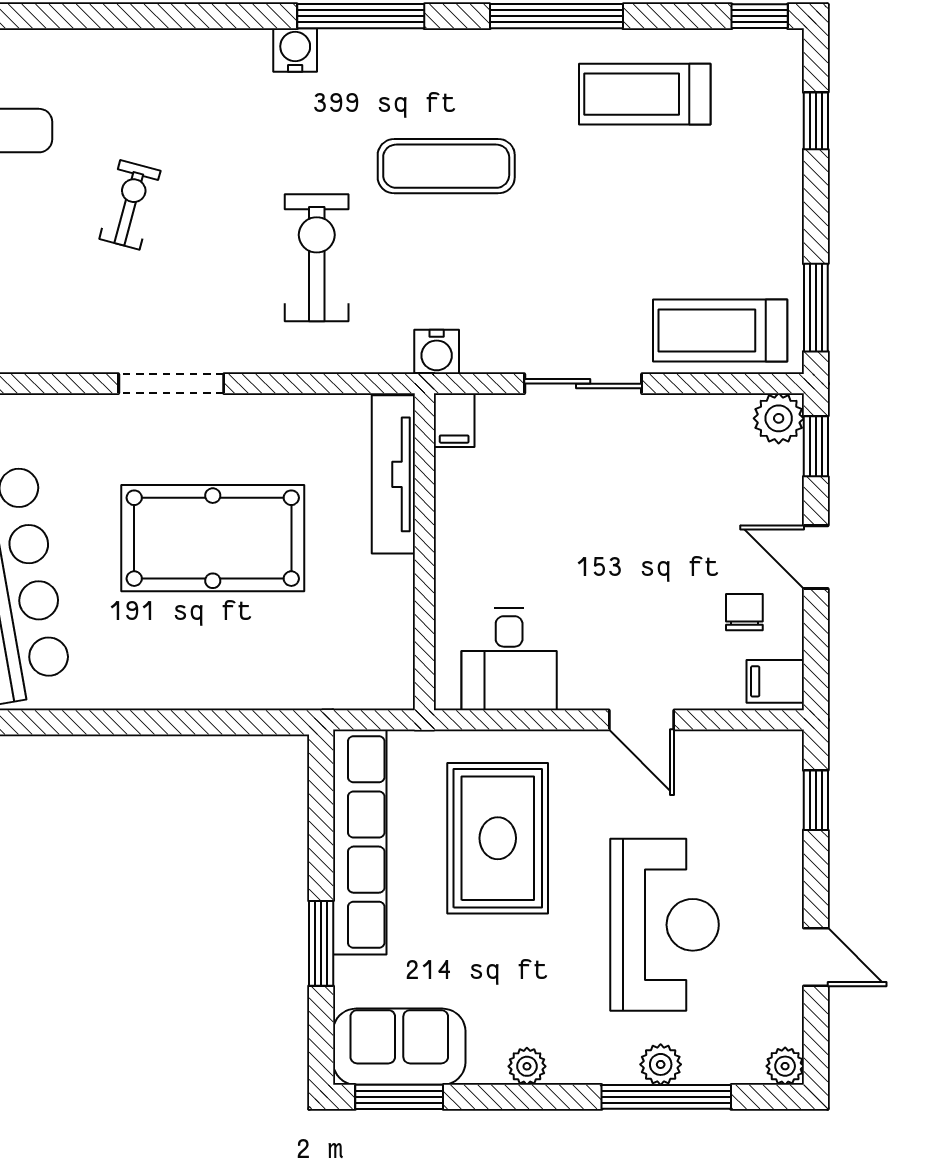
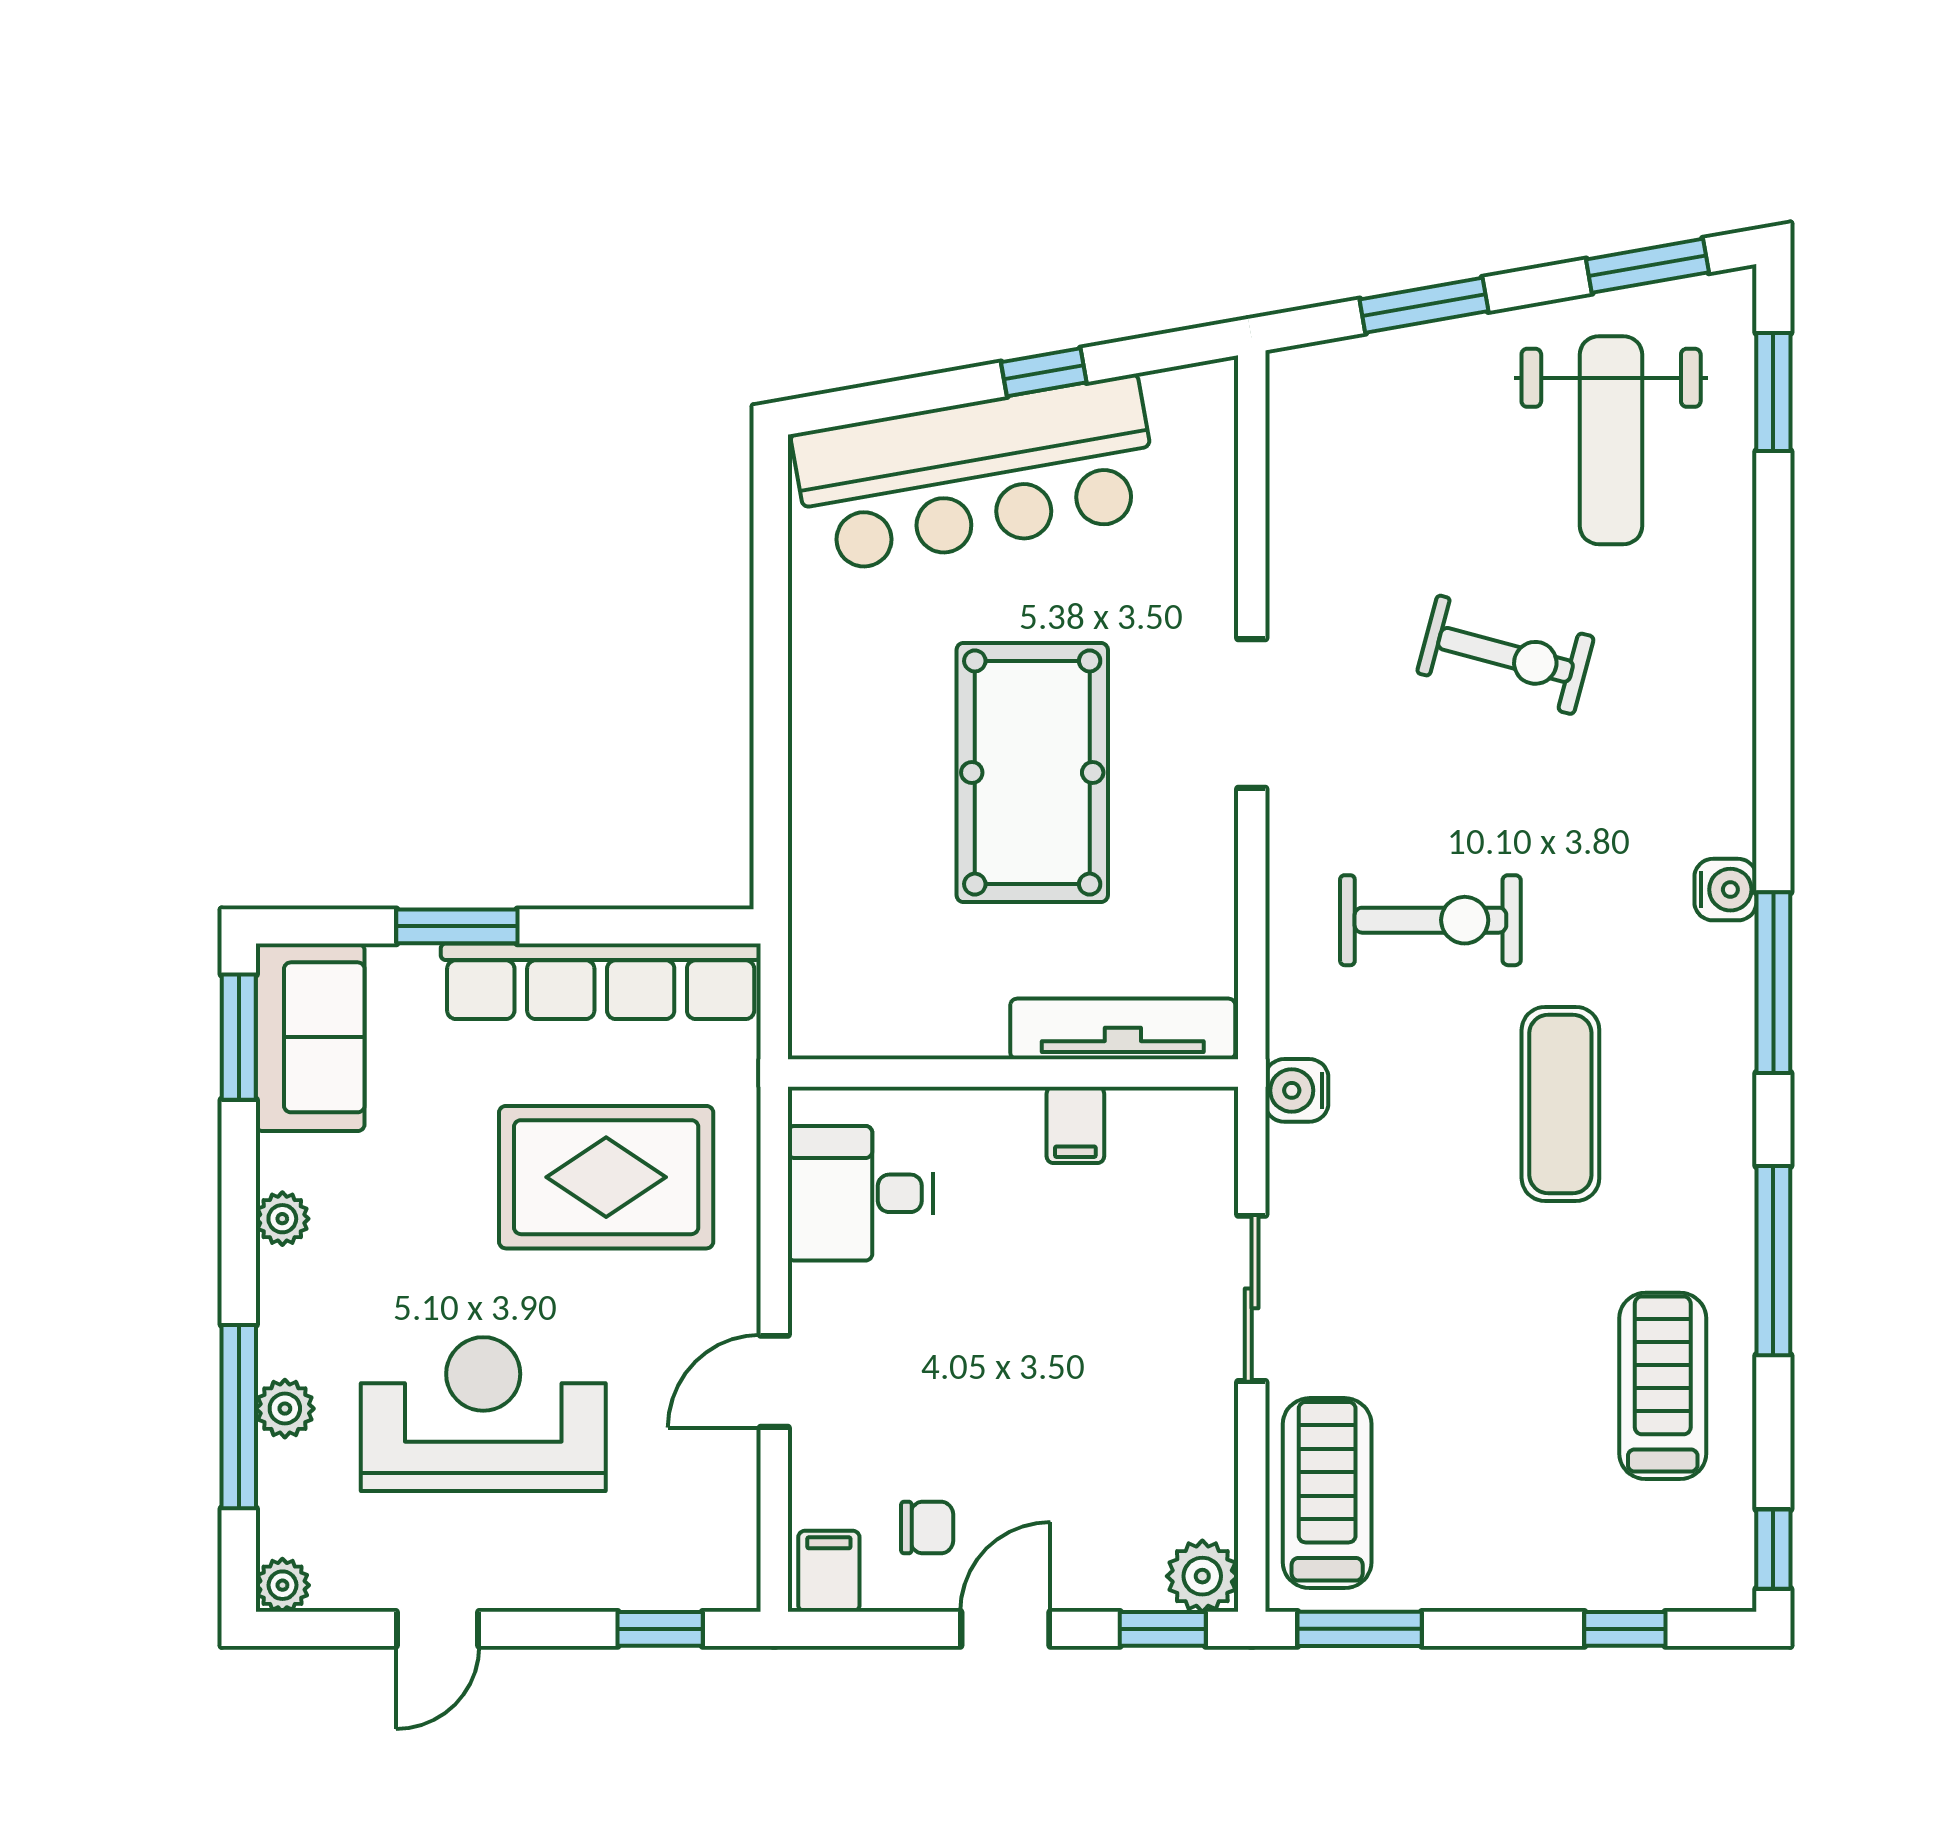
exercise bike: (130, 205) -> (1506, 655), width x1.38, depth x1.39
filing cabinet: (454, 420) -> (1075, 1125), moved, turned -90
reception desk: (665, 925) -> (483, 1414), turned 180

